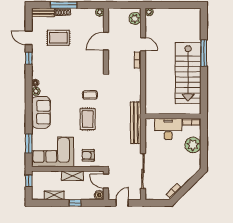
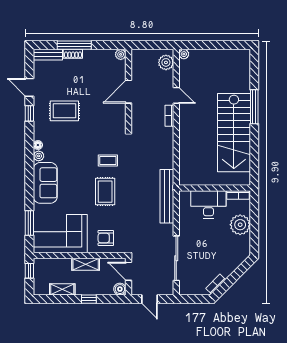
rug: (58, 38) -> (64, 111), moved
door: (122, 203) -> (150, 299), swing flipped

